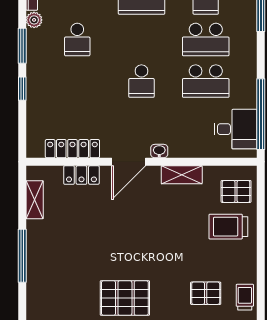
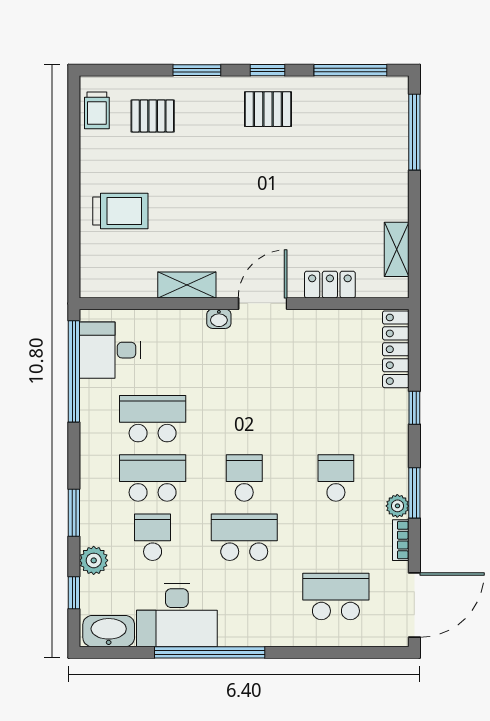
window: (22, 46) -> (414, 493), moved
school desk: (141, 81) -> (244, 478), moved
locker: (72, 149) -> (396, 349), moved, turned 90
pallet: (236, 191) -> (109, 261), removed
window: (22, 256) -> (414, 132), moved
pallet: (125, 298) -> (268, 109), width x0.67, depth x0.71

